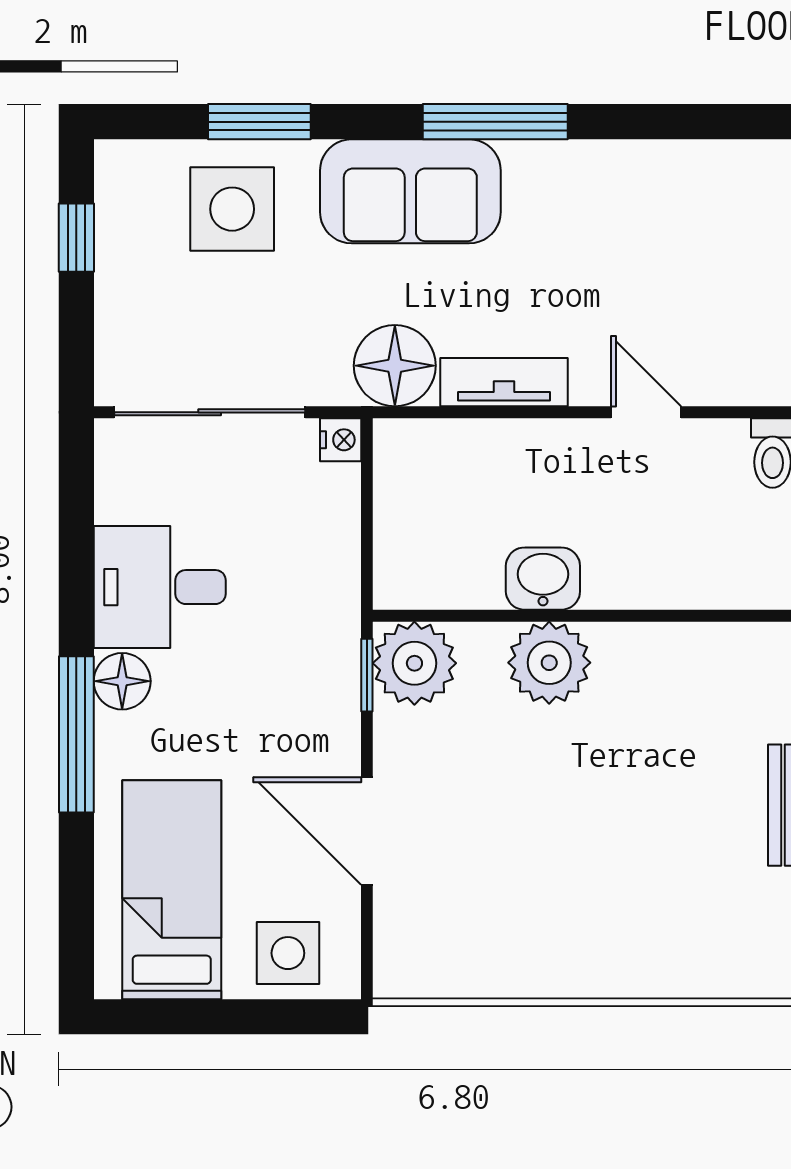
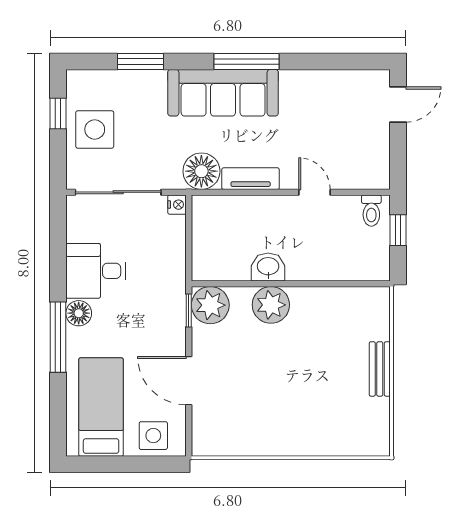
sofa: (410, 191) -> (223, 93), width x1.36
side table: (232, 209) -> (95, 129), moved

